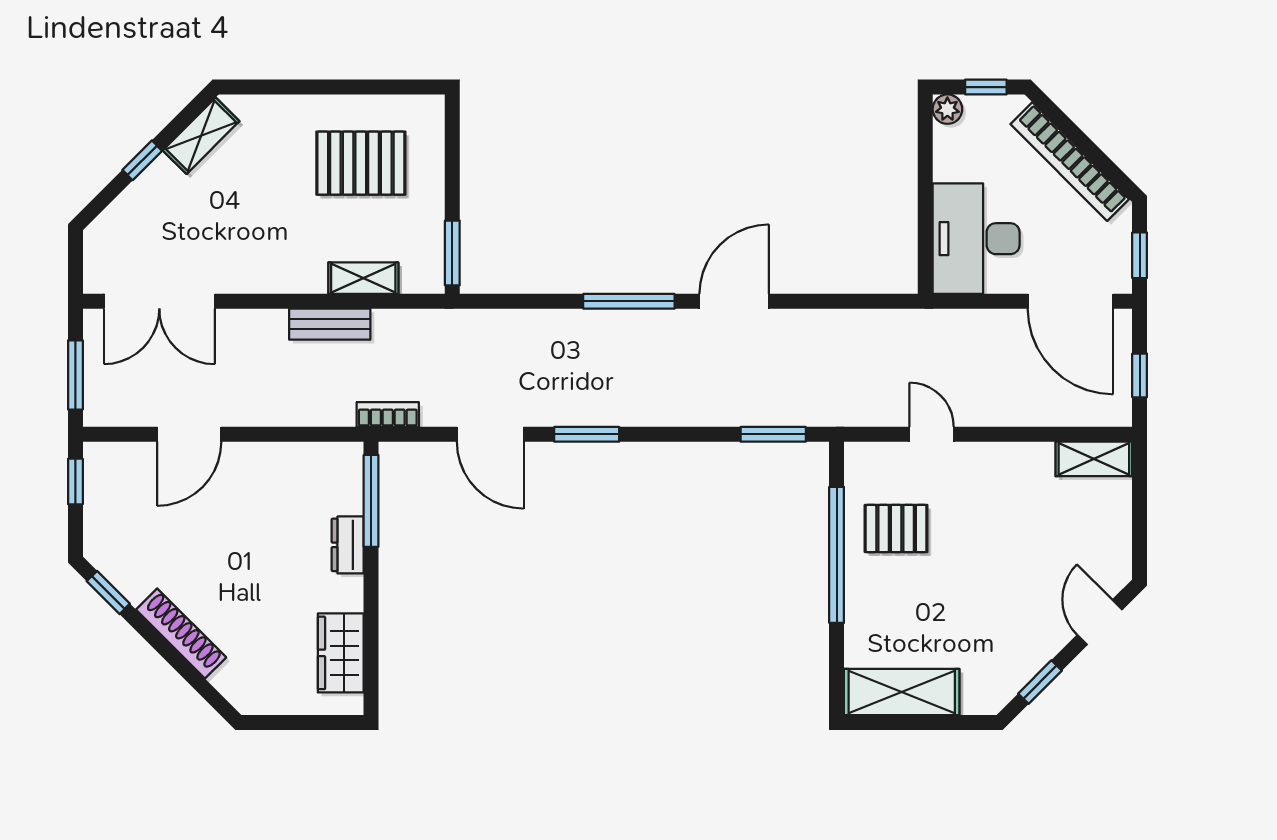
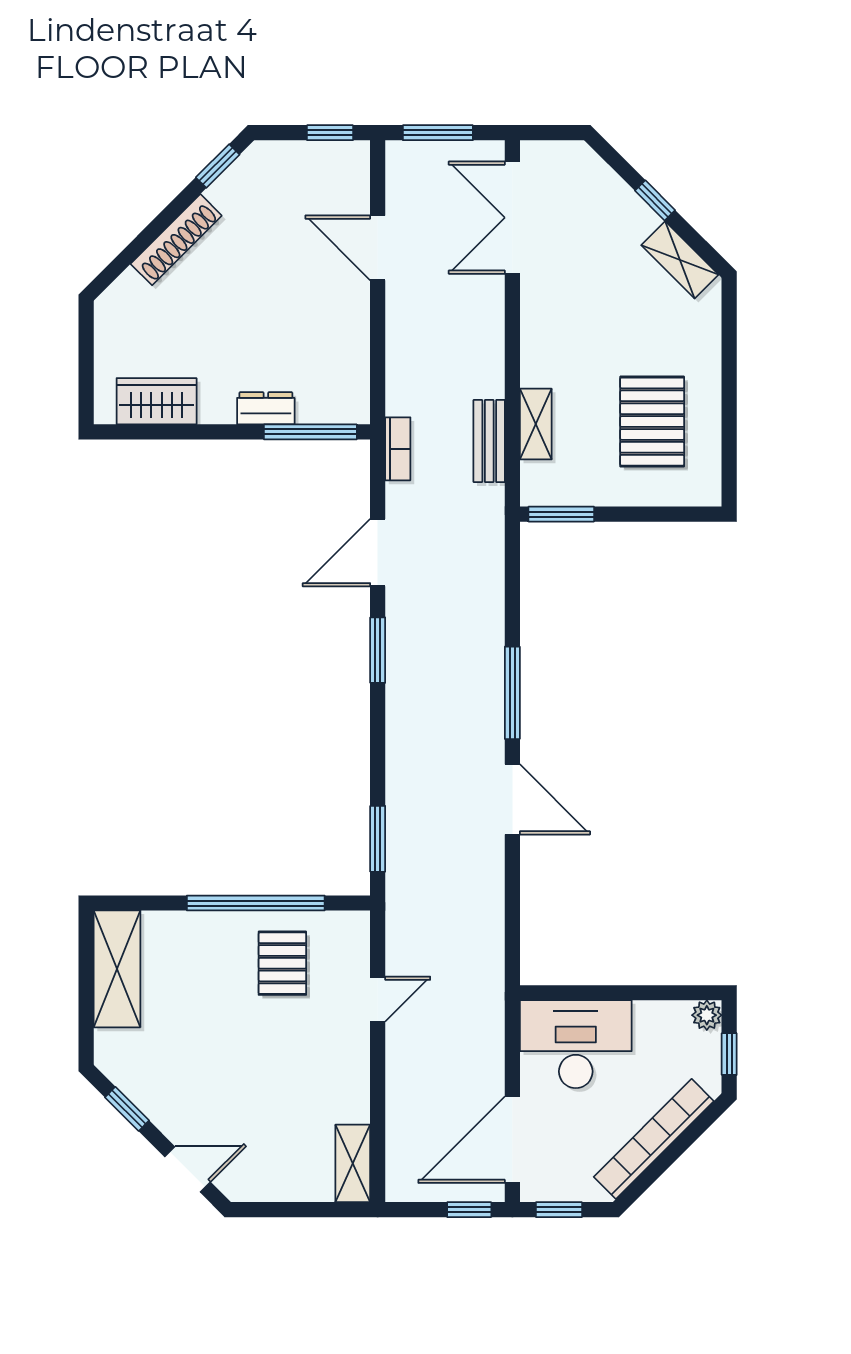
bench: (330, 324) -> (489, 441), moved
window: (1140, 375) -> (469, 1210), moved

